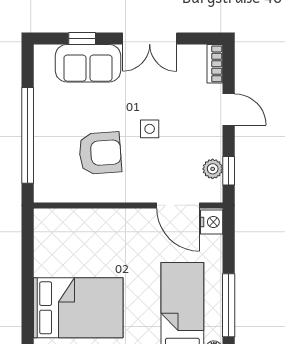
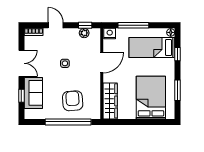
door: (229, 110) -> (56, 25), hinge flipped
armchair: (100, 153) -> (73, 101), moved
door: (178, 205) -> (102, 63), moved
wardrobe: (71, 223) -> (110, 101), added
window: (229, 305) -> (133, 25), moved

